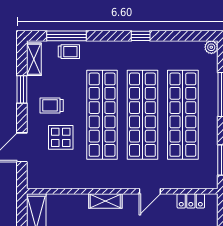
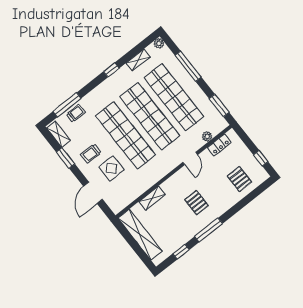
shelving: (176, 47) -> (138, 60), added
plant: (185, 182) -> (207, 137), added
shelving: (105, 201) -> (152, 198), moved

